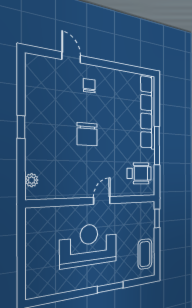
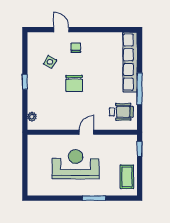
side table: (56, 101) -> (50, 62), added

